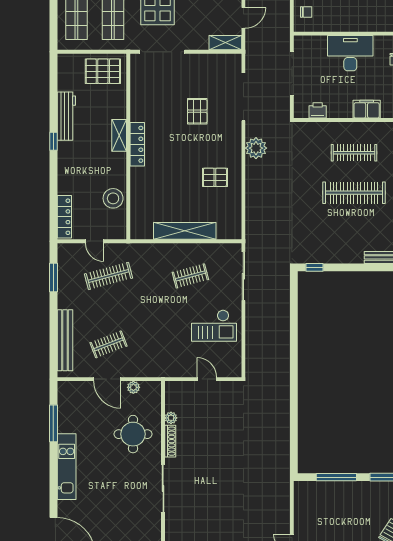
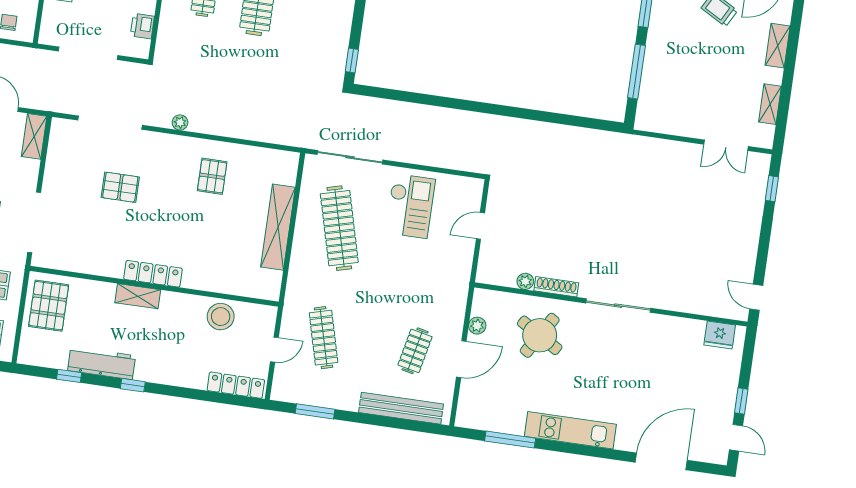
window: (53, 94) -> (69, 376), added
plant: (256, 148) -> (180, 122), width x0.53, depth x0.53
clothes rail: (190, 276) -> (339, 228), width x1.86, depth x1.31
clothes rail: (108, 344) -> (415, 351), turned 33
round table: (133, 434) -> (540, 335), turned 31

